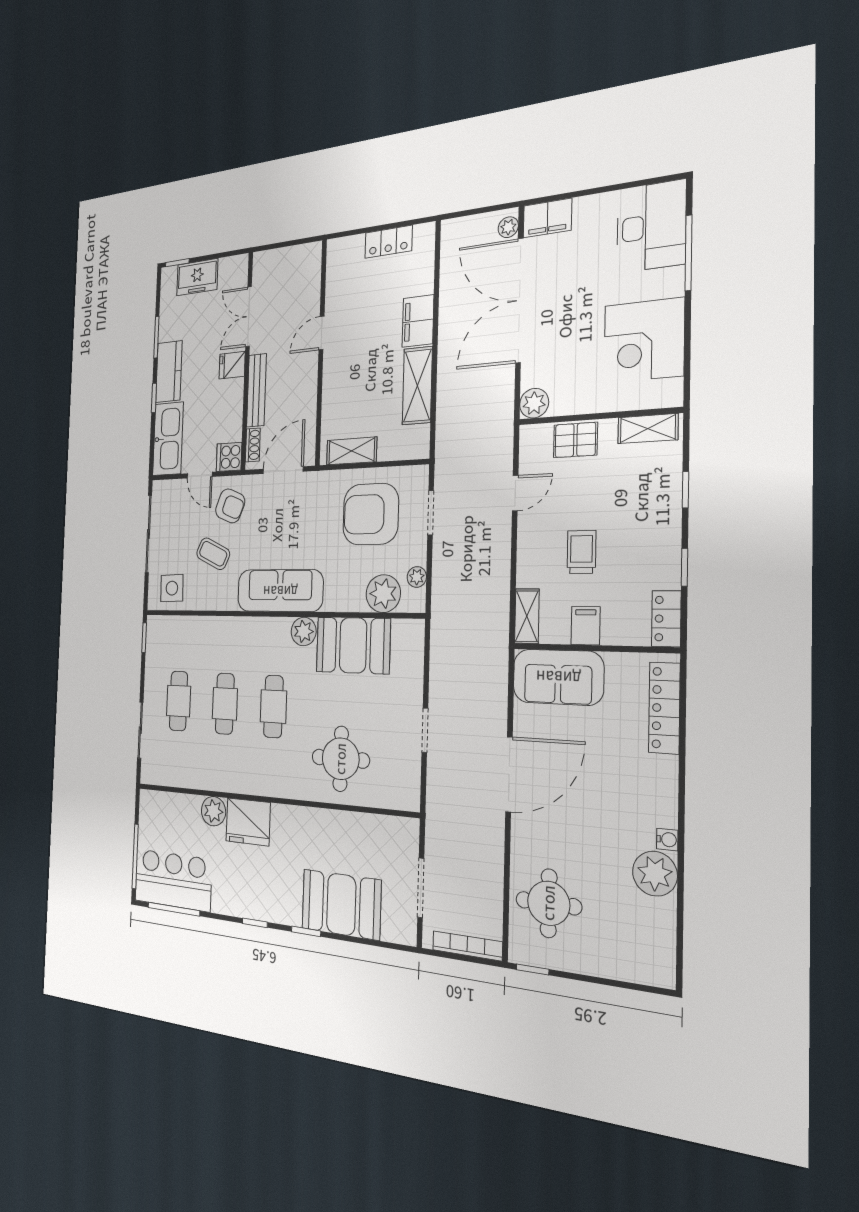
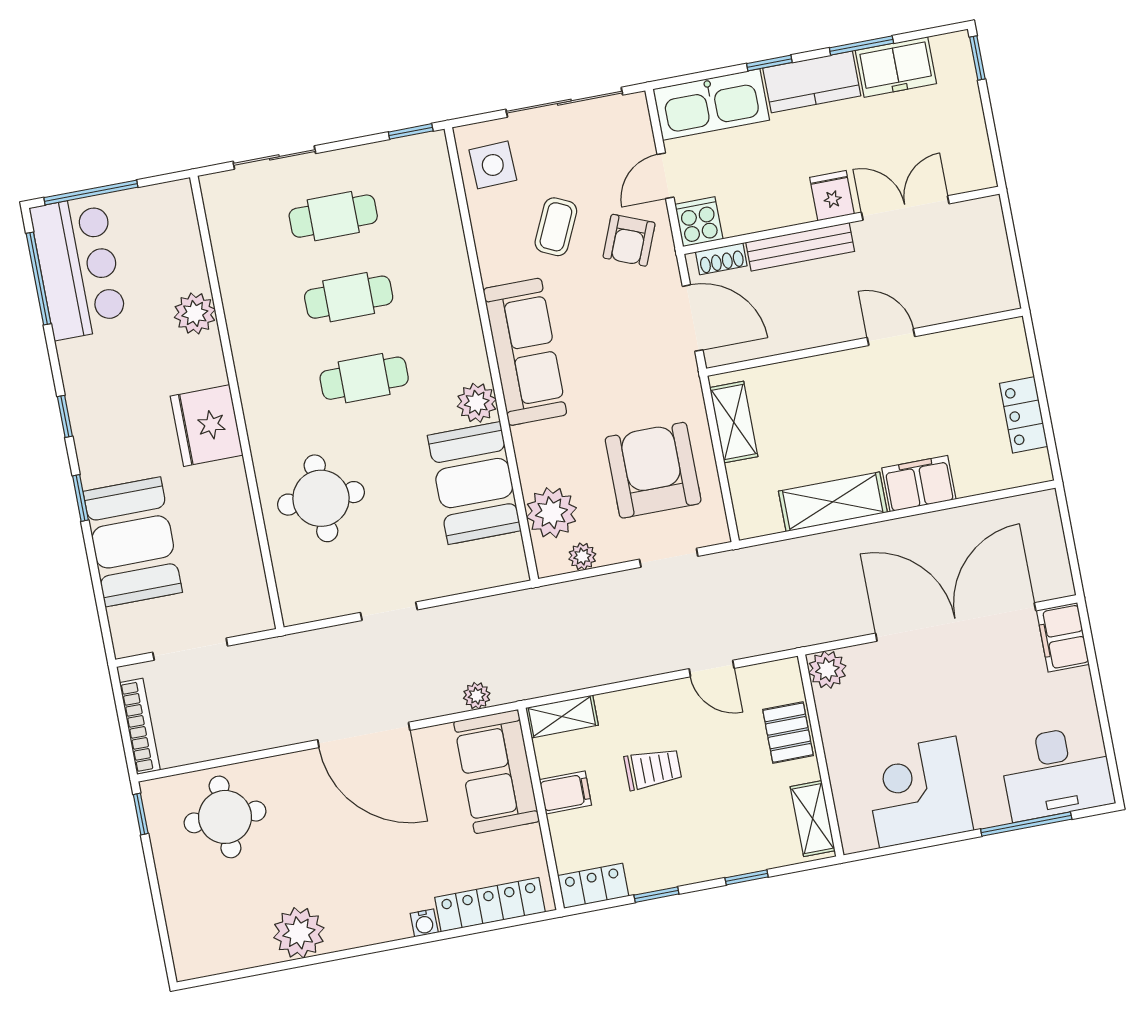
plant: (508, 227) -> (477, 696), moved
freezer: (197, 277) -> (896, 67), moved, turned -90
fridge: (248, 822) -> (207, 426), moved
water cooler: (667, 840) -> (424, 923), moved

